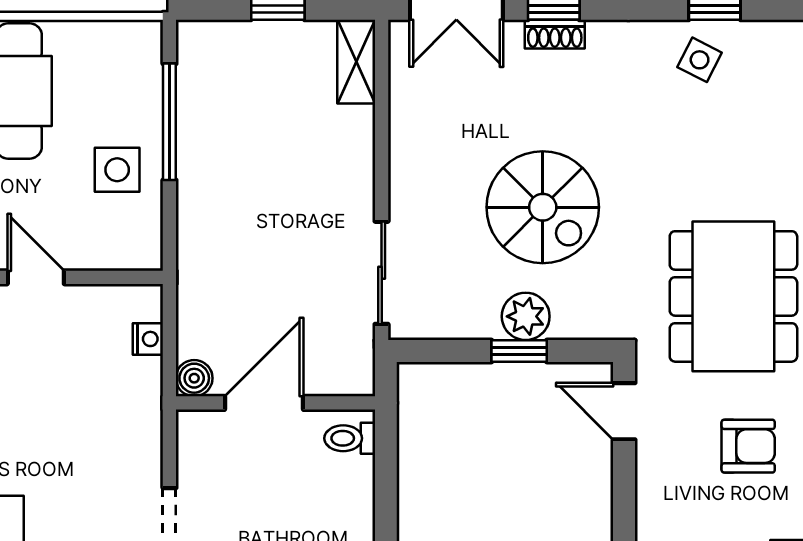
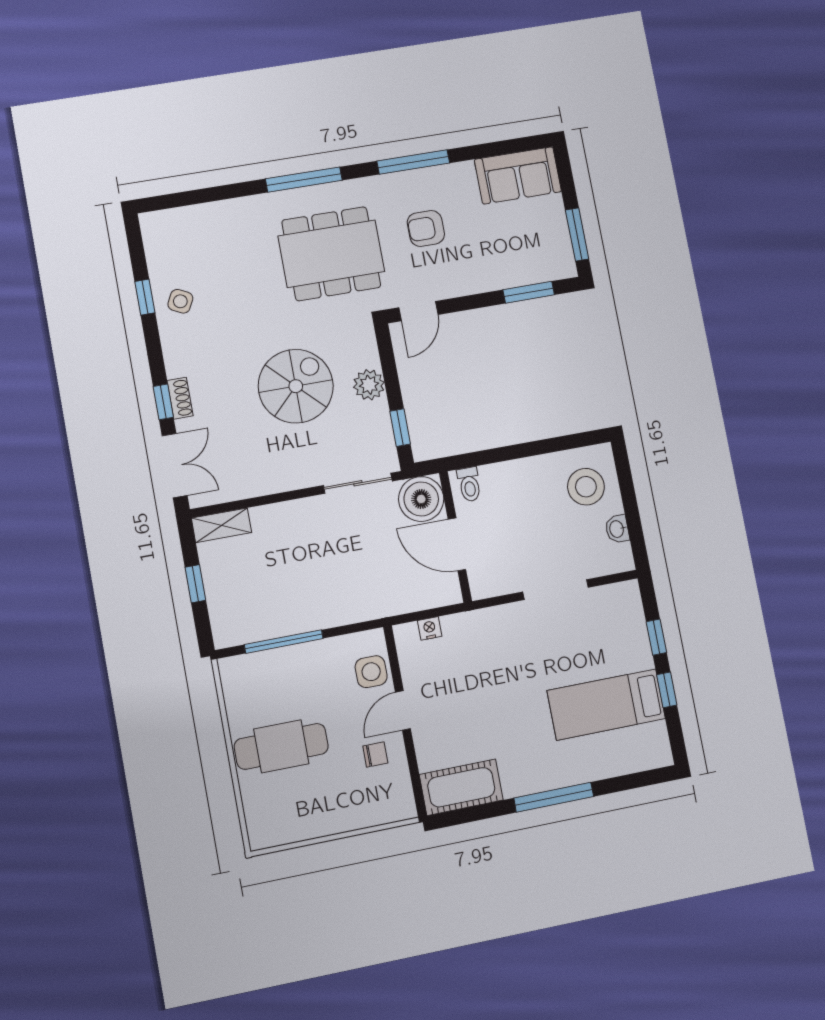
side table: (117, 170) -> (371, 672), moved
window: (519, 351) -> (400, 428), moved
boiler: (194, 378) -> (421, 499), moved, width x1.86, depth x1.86
armchair: (748, 446) -> (426, 228), turned -90

